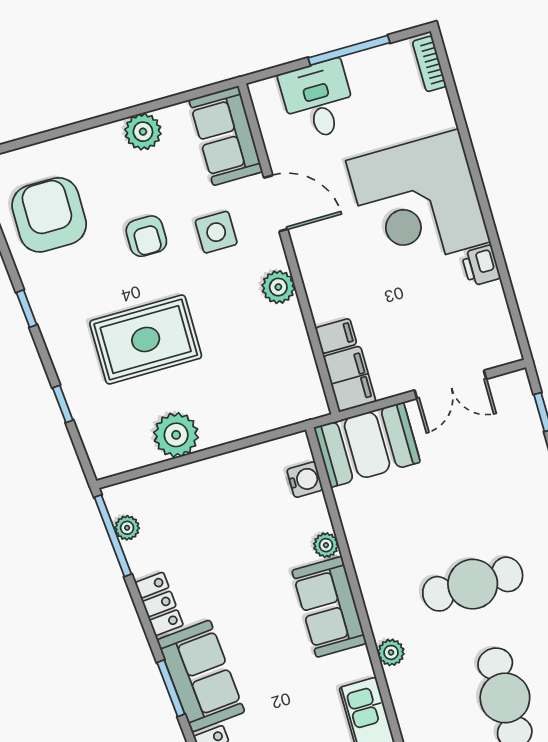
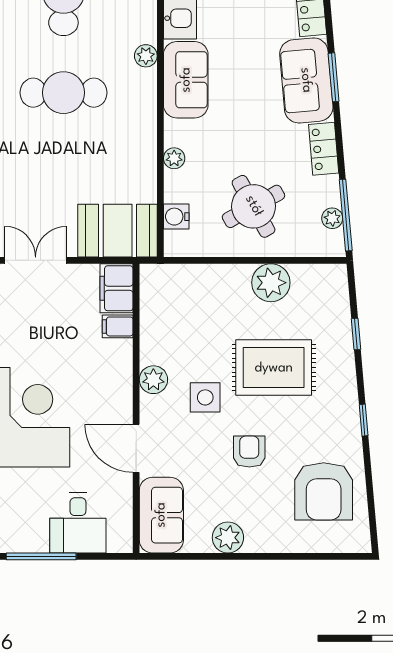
side table: (216, 232) -> (205, 397), moved
round table: (220, 516) -> (254, 206), added
sofa: (329, 607) -> (186, 80), moved

